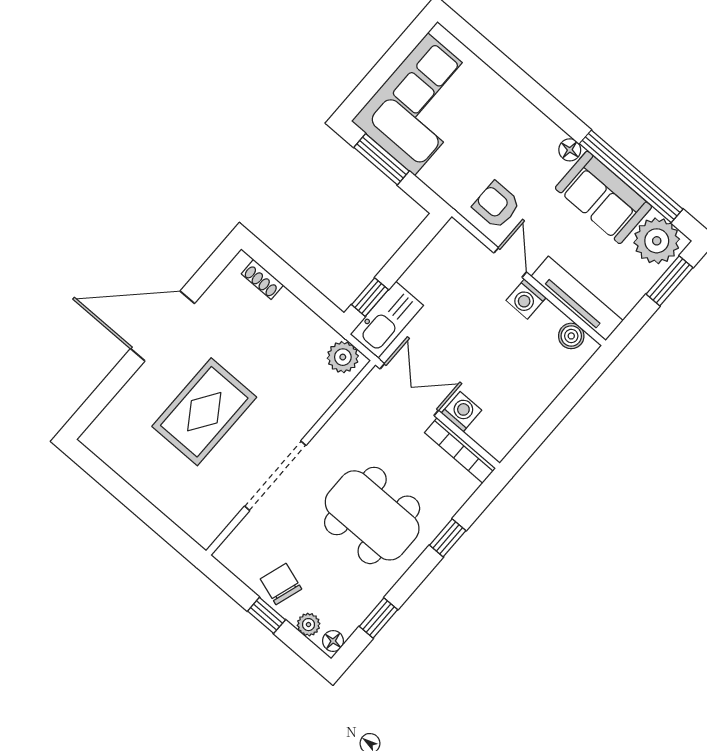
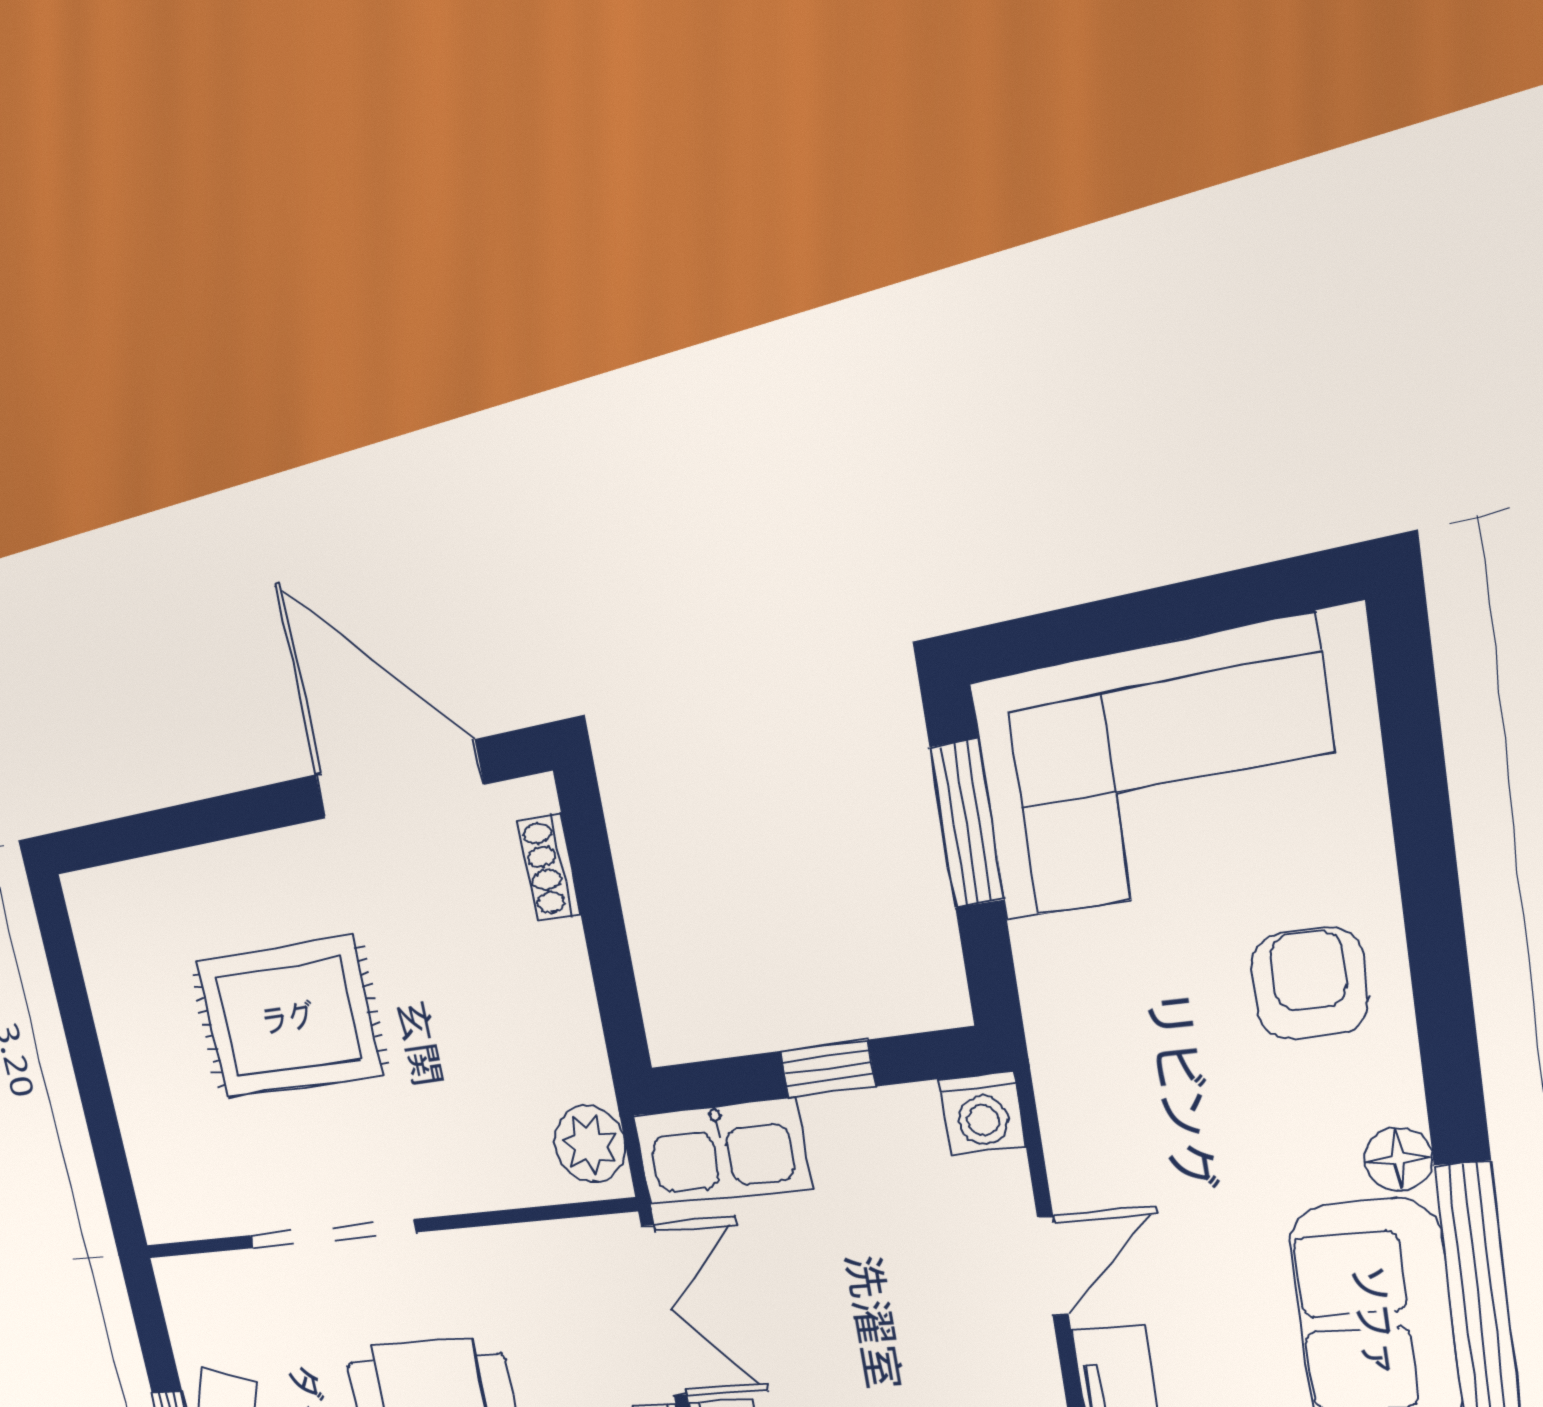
armchair: (497, 205) -> (1310, 983), moved
window: (370, 297) -> (828, 1069), moved
washing machine: (526, 299) -> (982, 1113), moved, turned -90
door: (162, 326) -> (398, 780), moved

